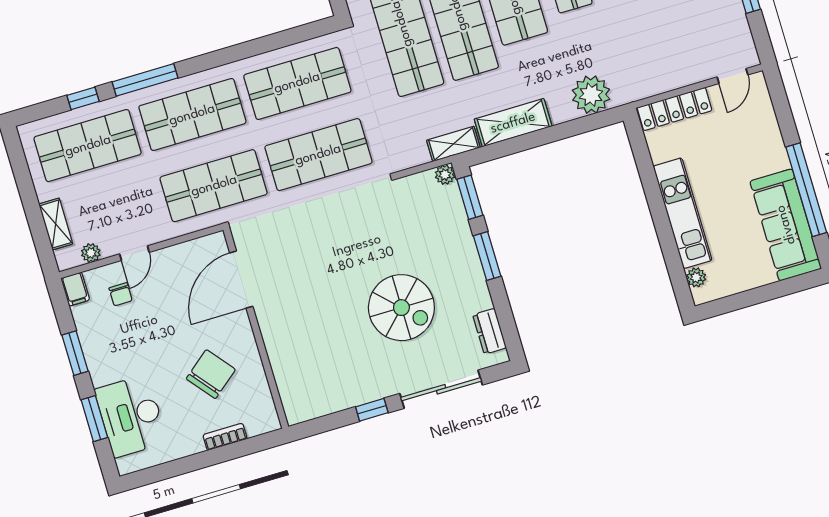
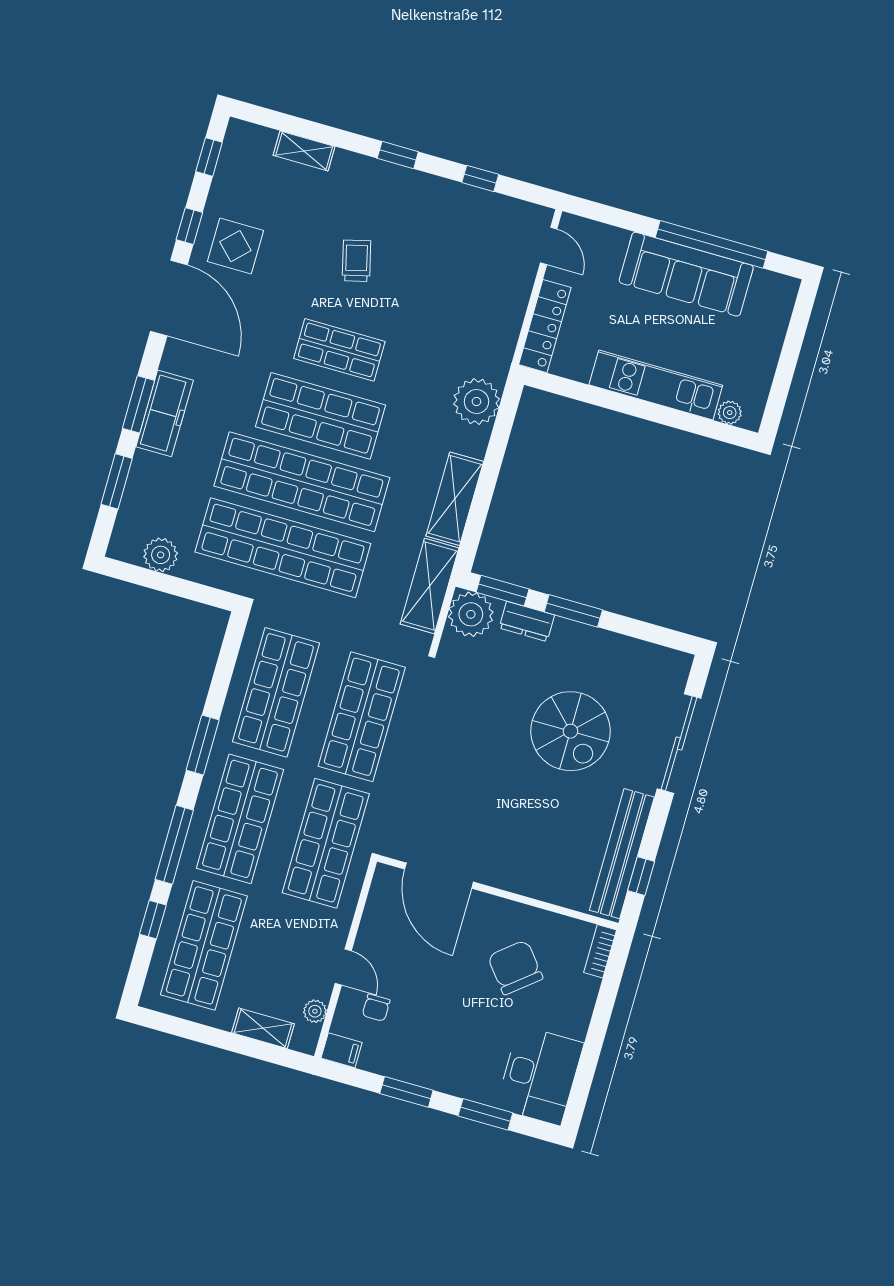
window: (228, 55) -> (203, 745), added
shelving: (453, 144) -> (429, 586), width x1.50, depth x1.33
plant: (445, 175) -> (471, 614), width x1.87, depth x1.87
sofa: (786, 225) -> (686, 274), moved
chair: (121, 294) -> (376, 1008), turned 90
spiral stairs: (401, 308) -> (570, 731), turned 90
dresser: (490, 331) -> (527, 621), moved
bench: (338, 398) -> (622, 854), added
window: (372, 410) -> (641, 876), moved
desk: (131, 416) -> (540, 1075), moved, turned -90
bookcase: (225, 437) -> (600, 951), moved

